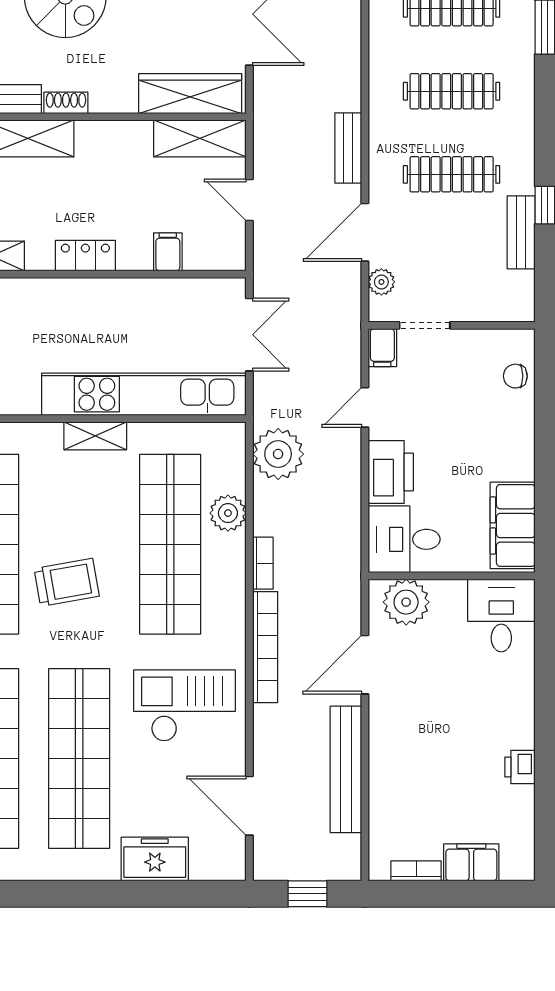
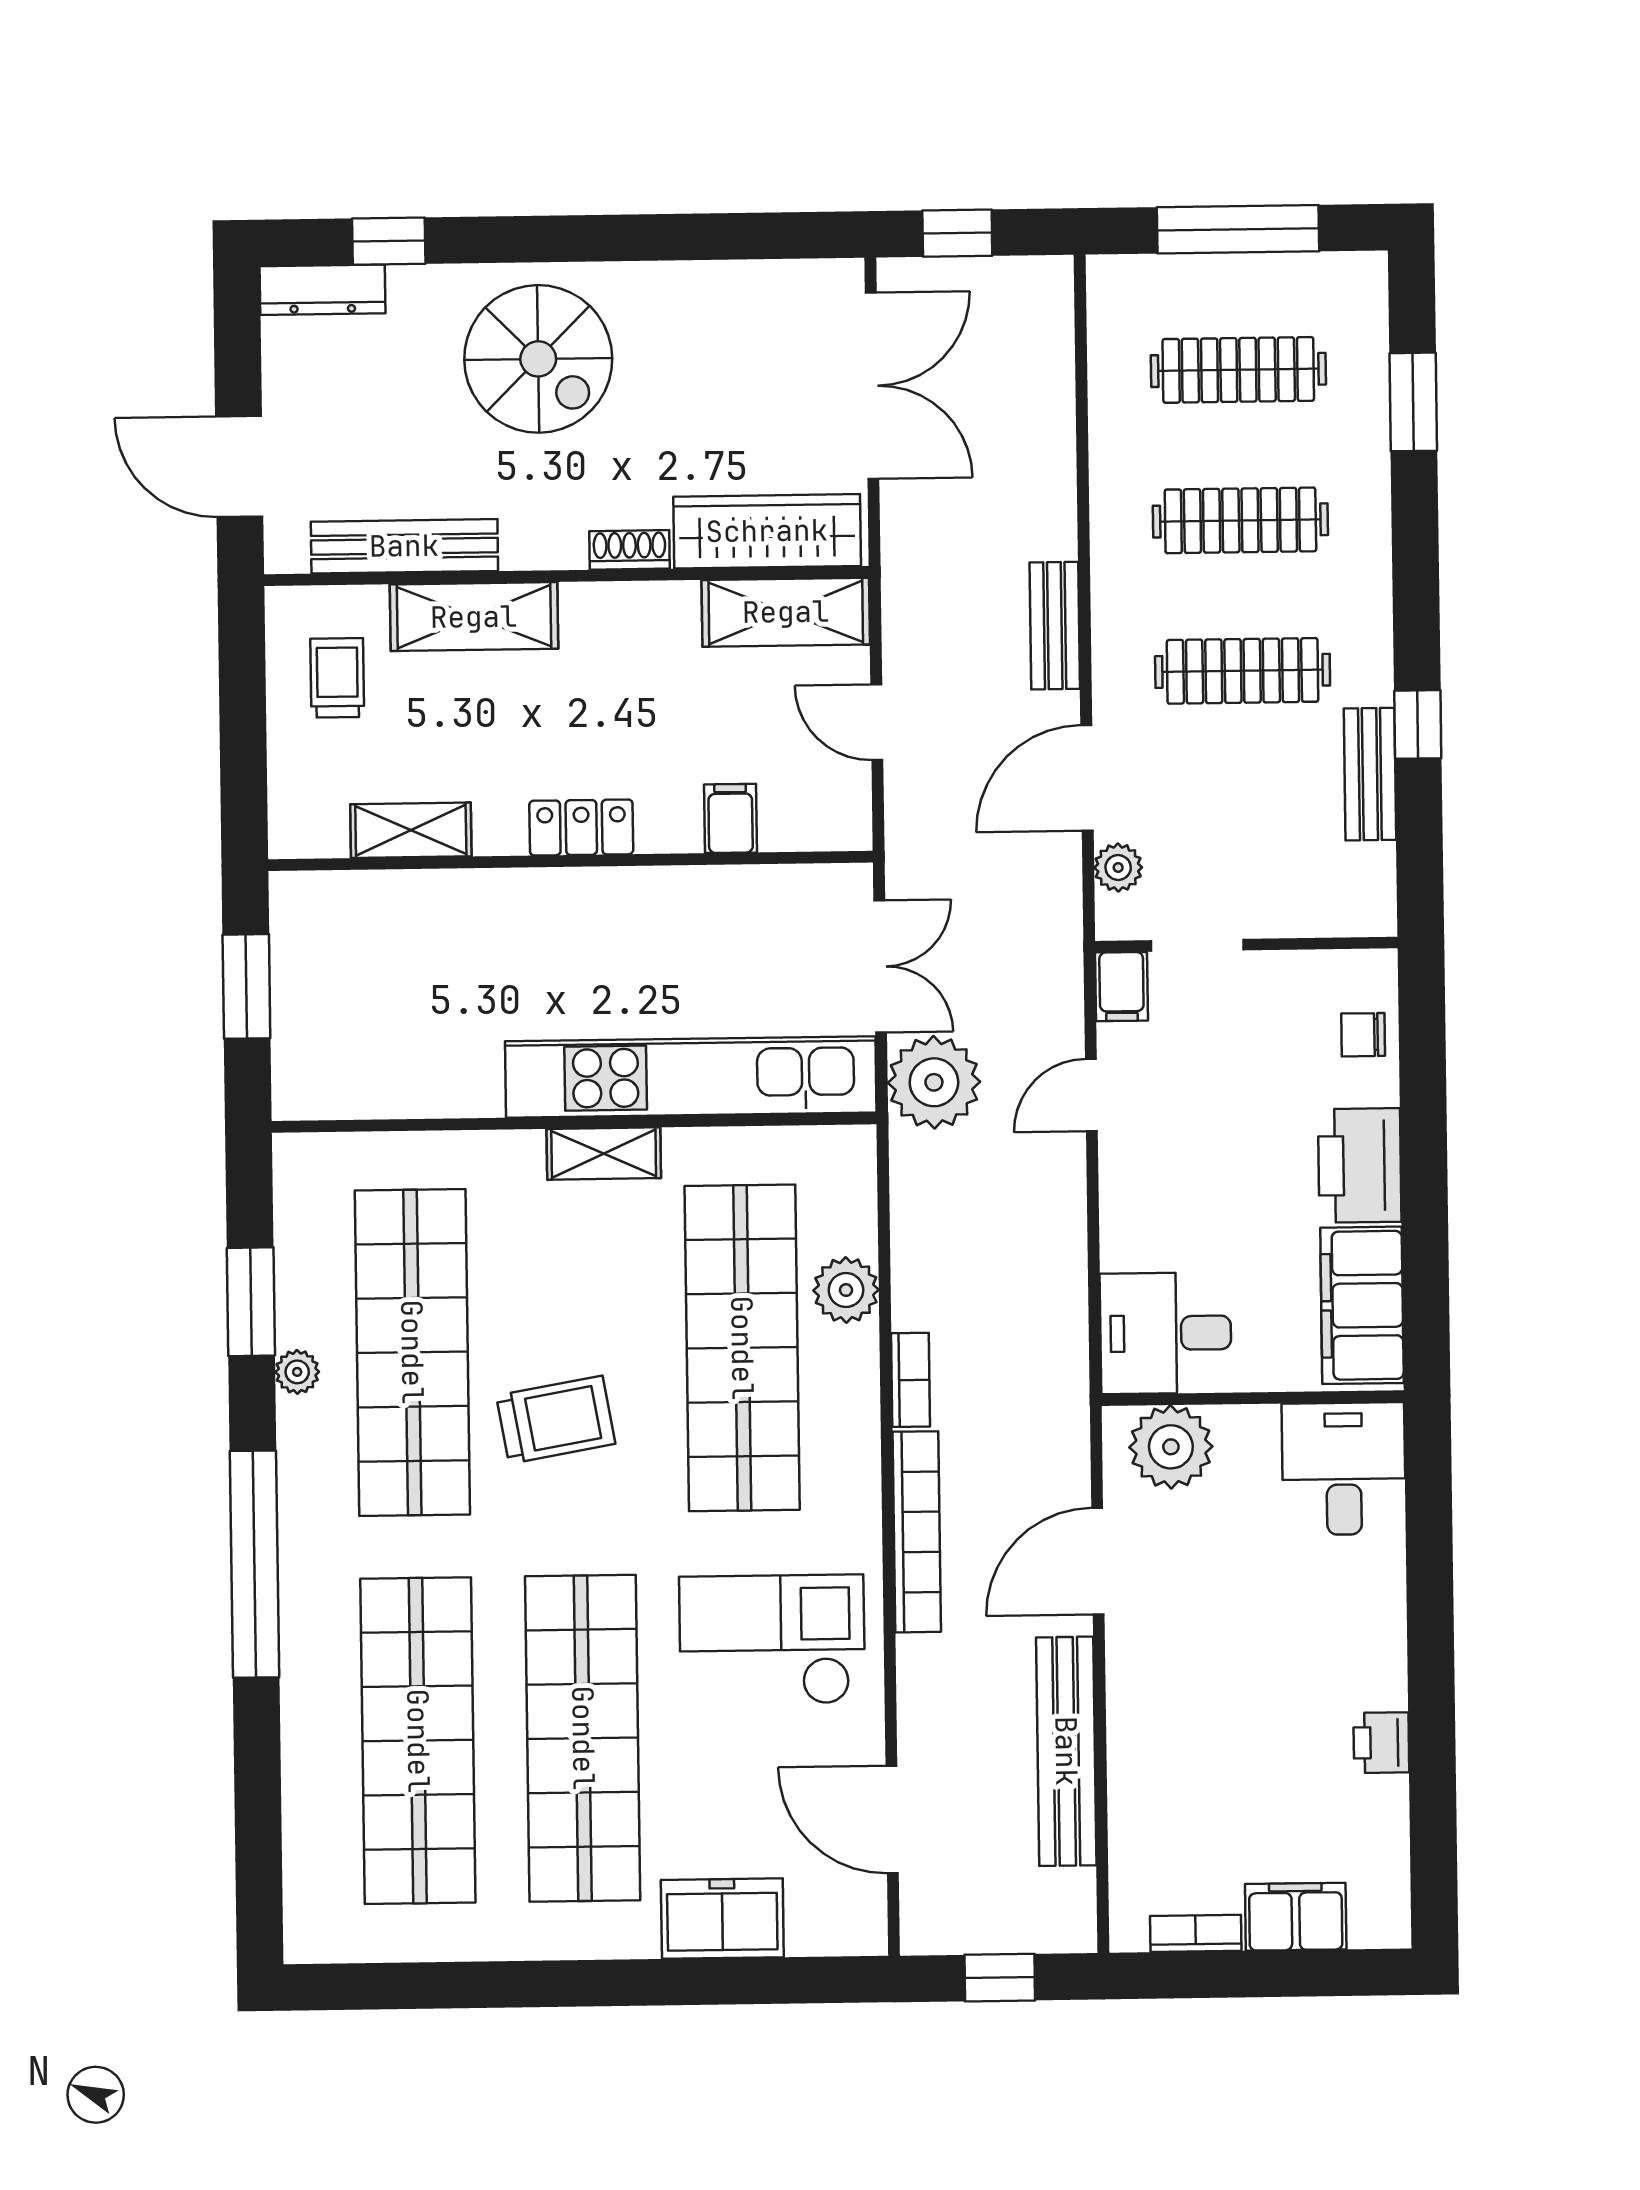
shoe rack: (66, 103) -> (629, 550), moved
plant: (278, 454) -> (934, 1082), moved
printer: (391, 472) -> (1360, 1165), moved, turned 180

